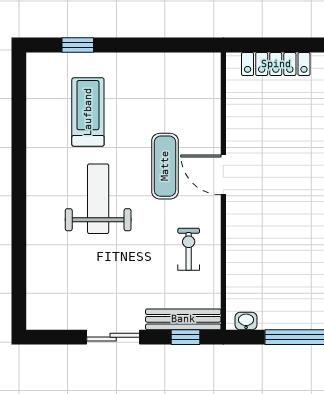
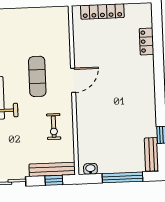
door: (223, 175) -> (73, 80), swing flipped
exercise bike: (189, 249) -> (54, 127), turned 180

